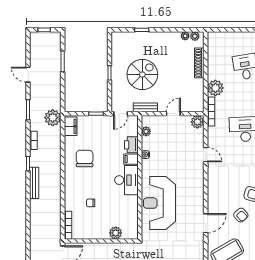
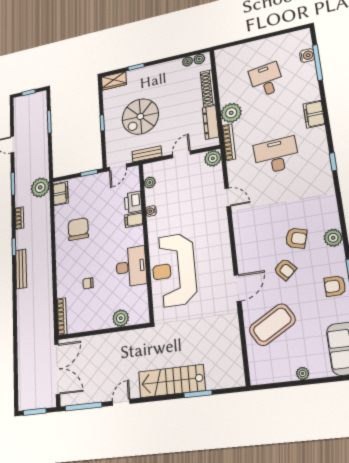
wardrobe: (122, 38) -> (114, 81), added
spiral stairs: (142, 74) -> (140, 116), turned 180
dresser: (199, 92) -> (211, 122), added
desk: (126, 180) -> (131, 267), moved

